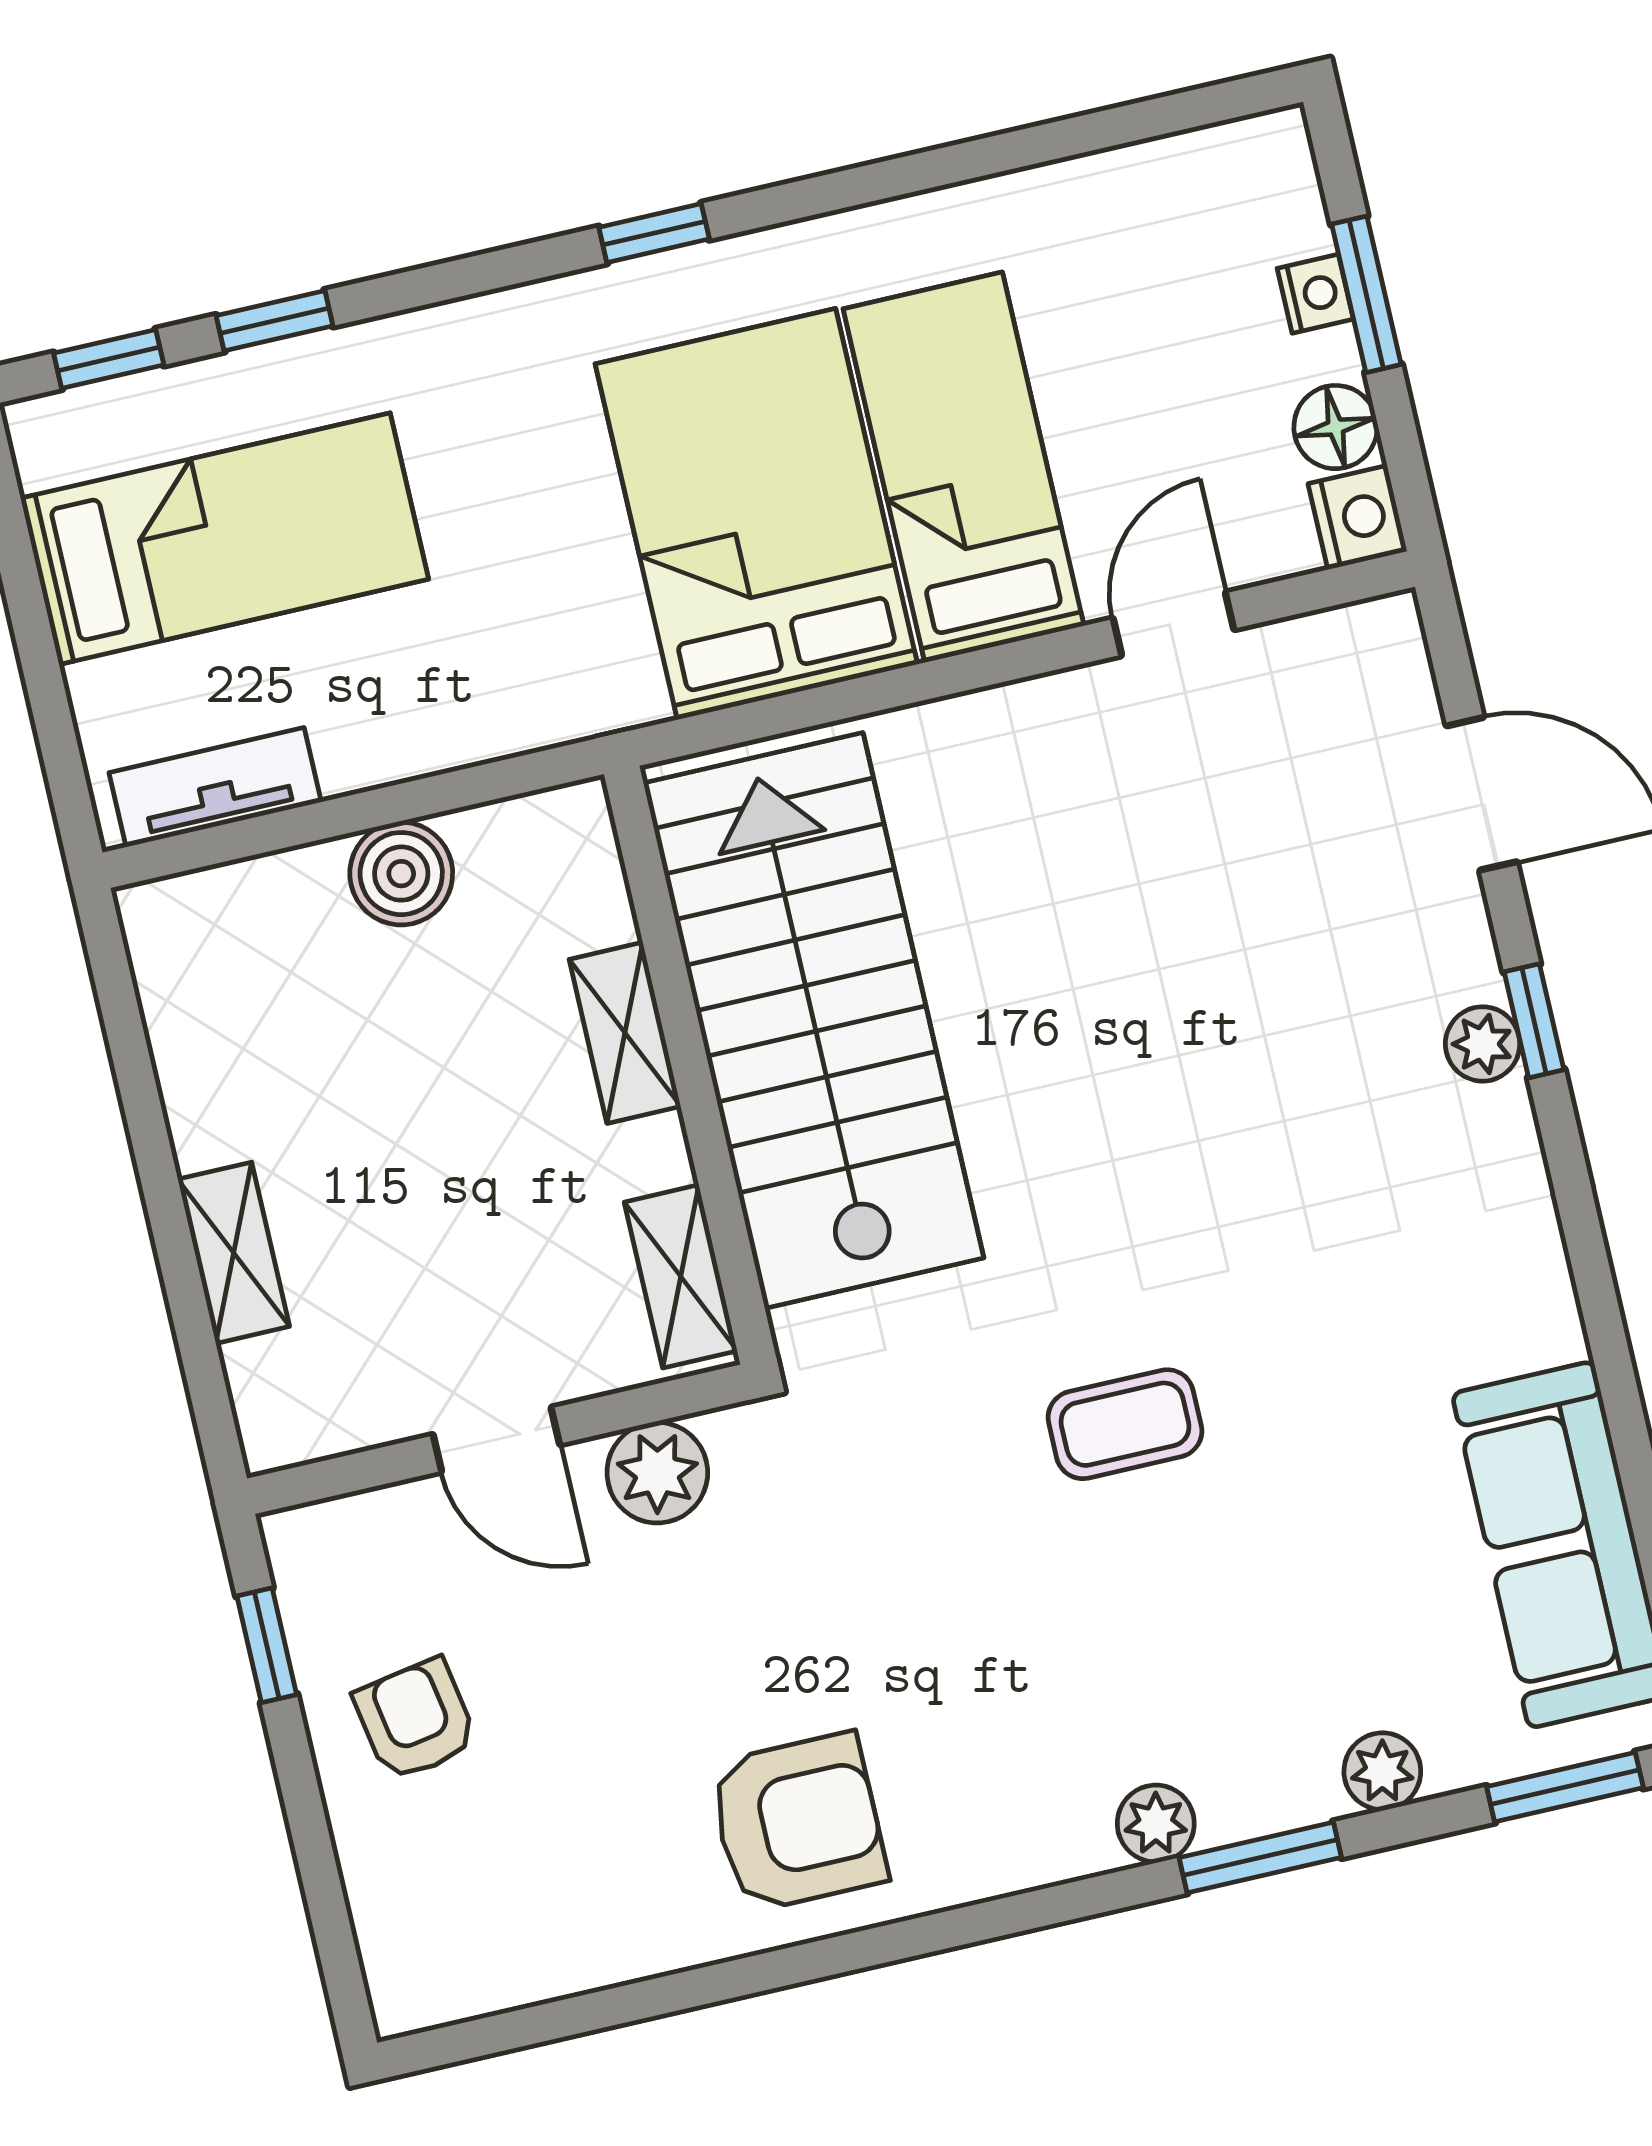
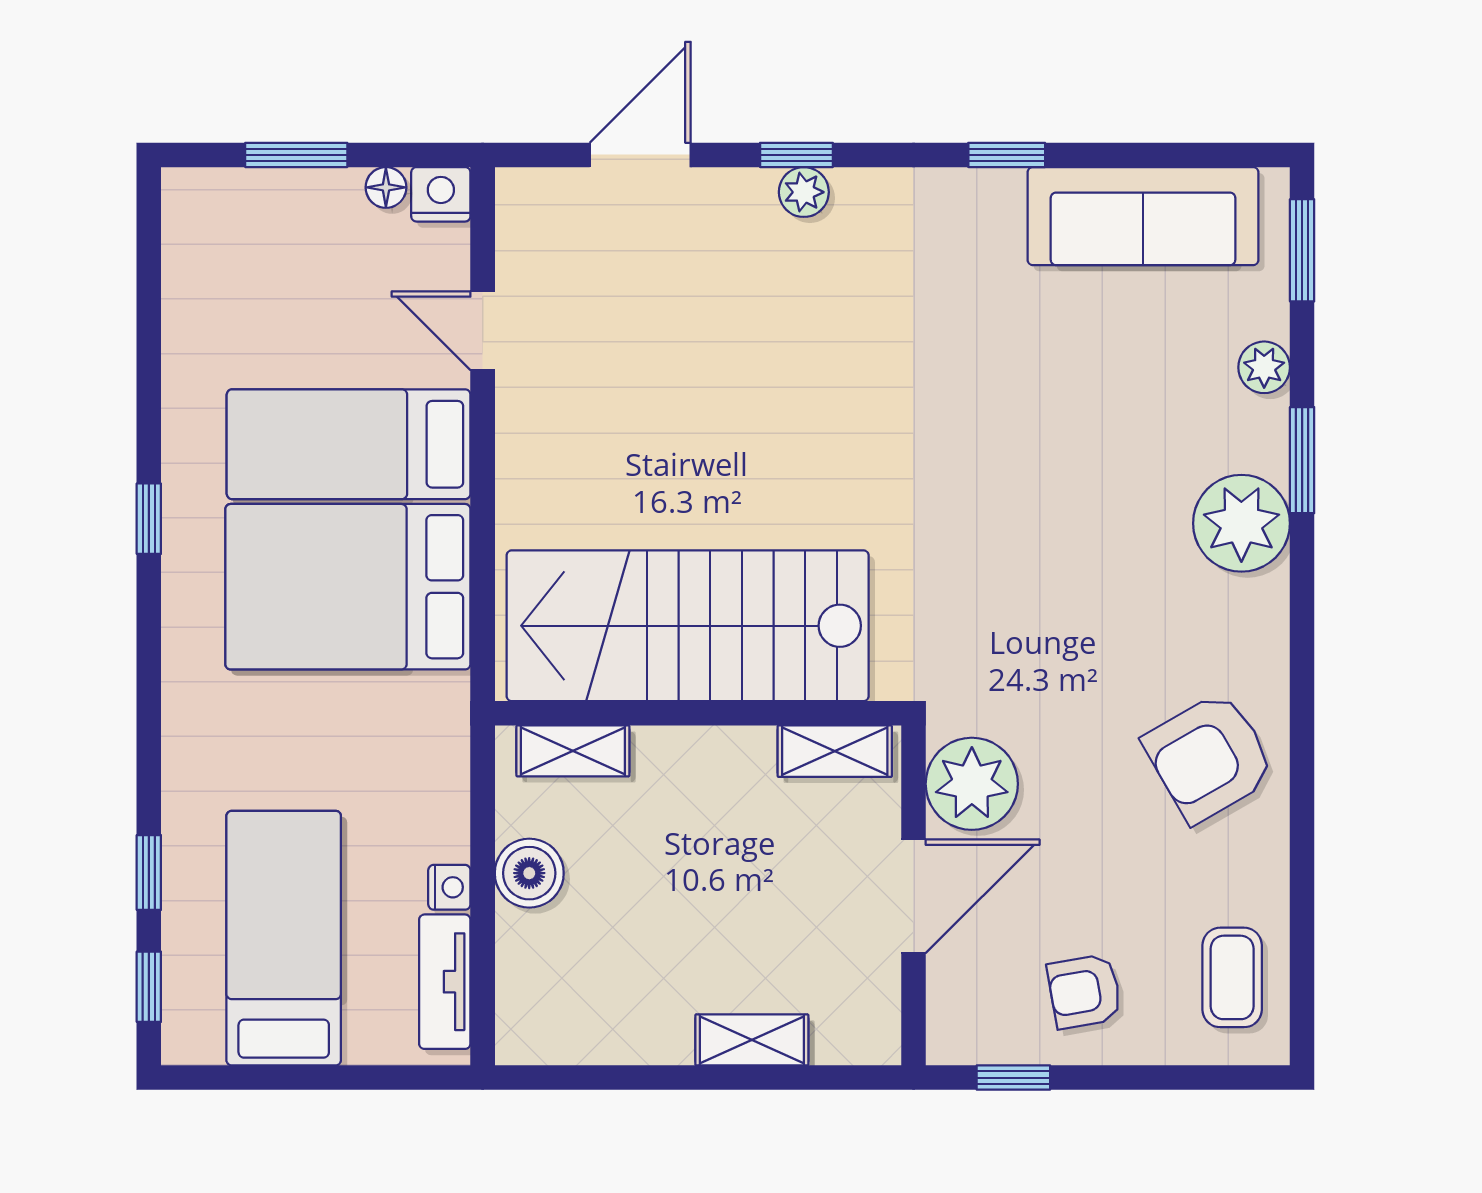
window: (654, 233) -> (149, 519), moved
nightstand: (1315, 294) -> (449, 887), moved, turned 90
floor lamp: (1336, 427) -> (386, 187), width x0.73, depth x0.73
shelving: (625, 1033) -> (573, 751), moved
window: (1605, 1326) -> (1007, 155), added
coffee table: (1125, 1424) -> (1232, 977), moved
door: (496, 1440) -> (914, 896), width x1.37
plant: (657, 1473) -> (972, 784), width x1.36, depth x1.36
armchair: (798, 1822) -> (1209, 757), turned -120
plant: (1156, 1824) -> (1241, 523), width x1.87, depth x1.87

